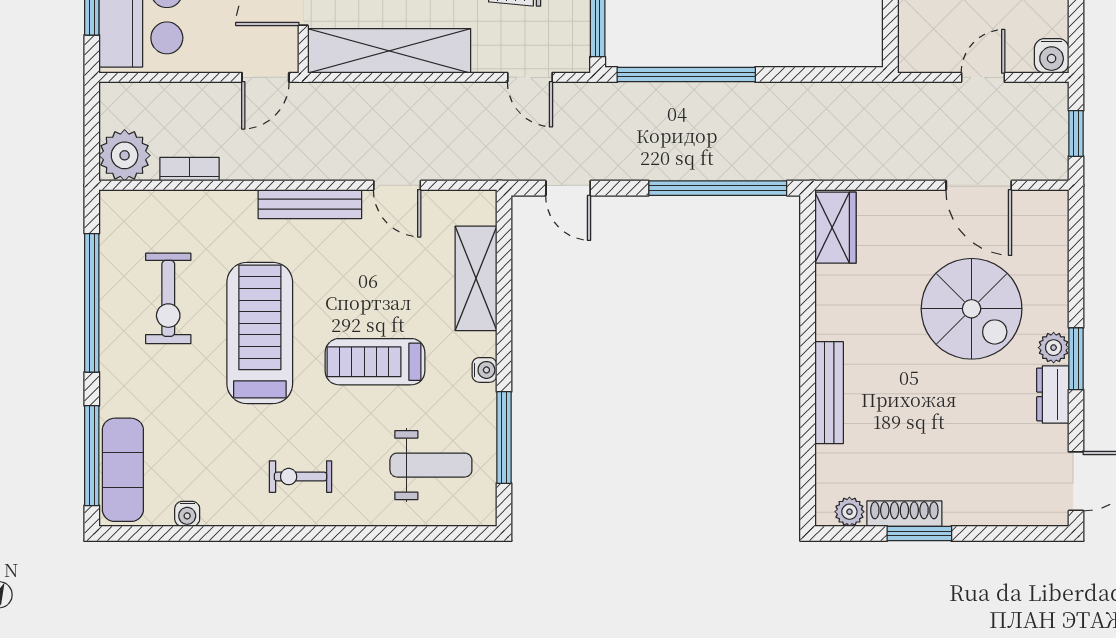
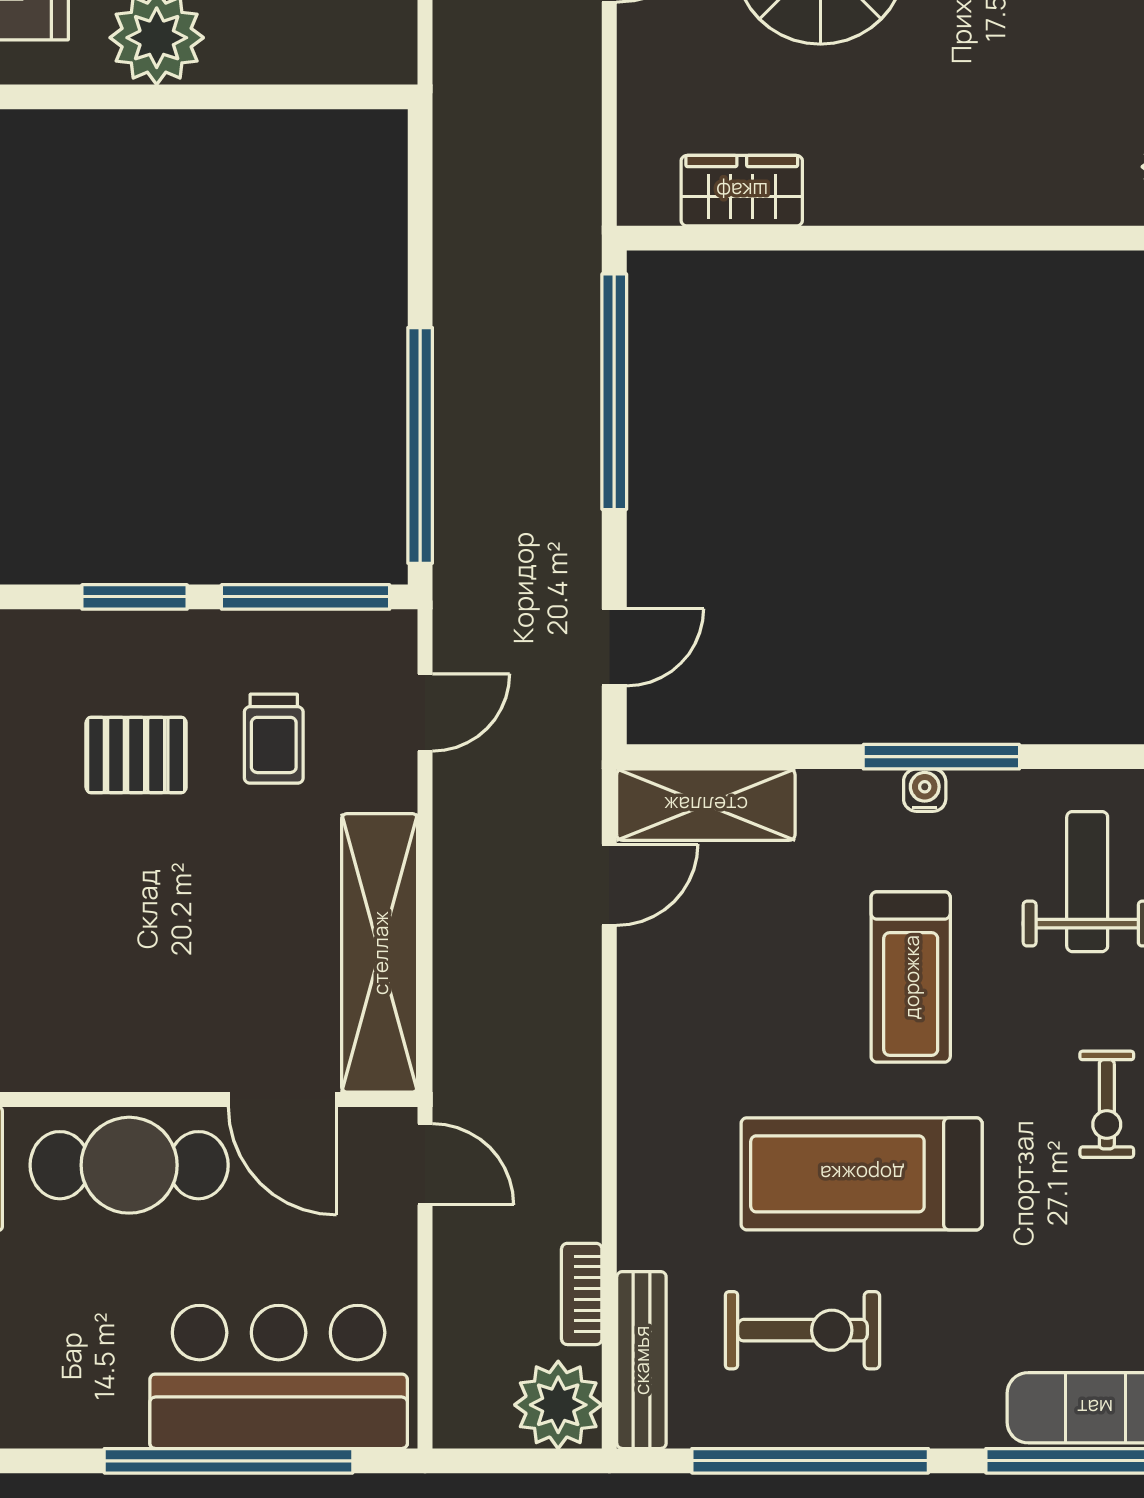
door: (397, 185) -> (609, 885), moved
bench: (310, 204) -> (641, 1360), moved
wardrobe: (835, 228) -> (742, 191), moved
shelving: (476, 278) -> (706, 805), moved
bench: (829, 393) -> (963, 201), removed
window: (504, 438) -> (941, 757), moved

